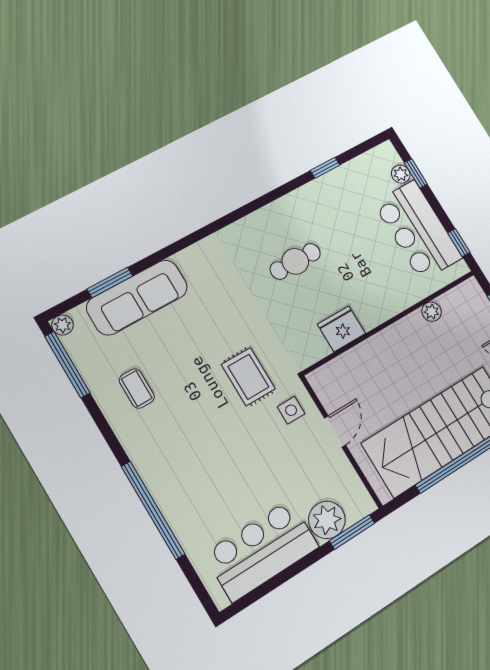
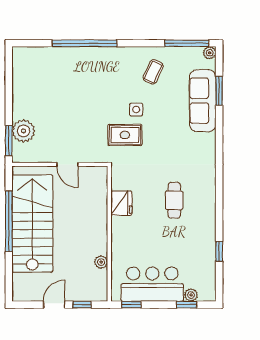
coffee table: (137, 389) -> (153, 72), turned -65
side table: (291, 410) -> (136, 109), moved
bar counter: (262, 550) -> (29, 87), removed

